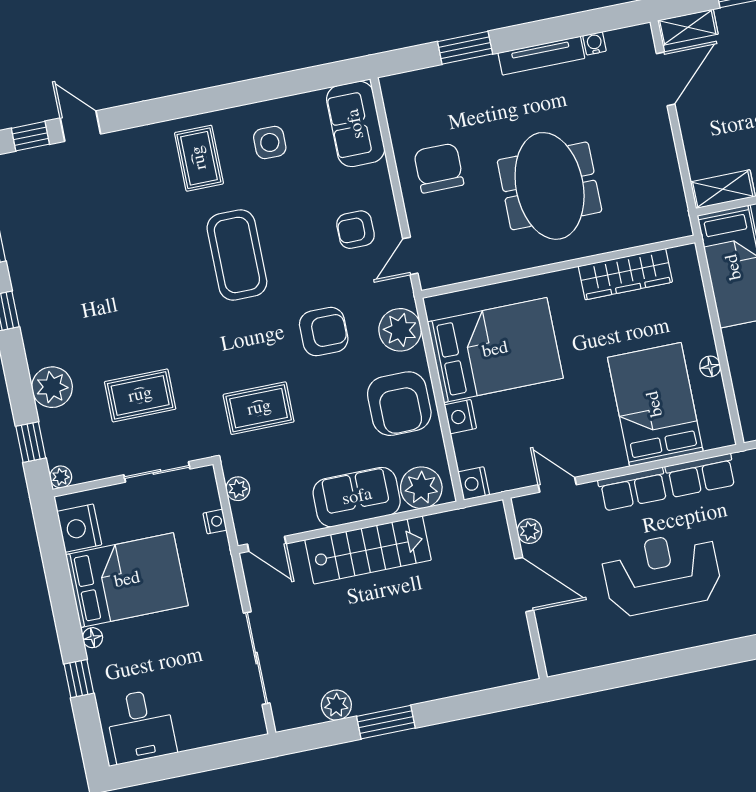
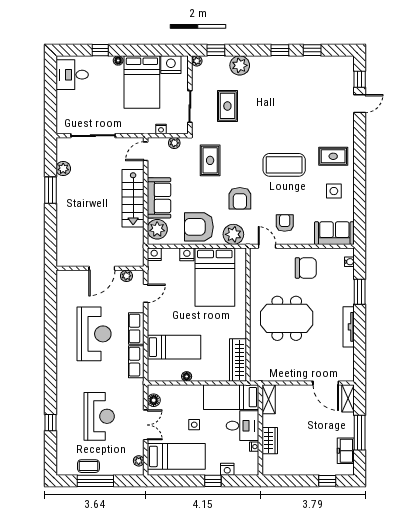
water cooler: (595, 43) -> (349, 262), moved
wardrobe: (625, 274) -> (238, 360), moved
bed: (655, 404) -> (174, 347), width x0.67

